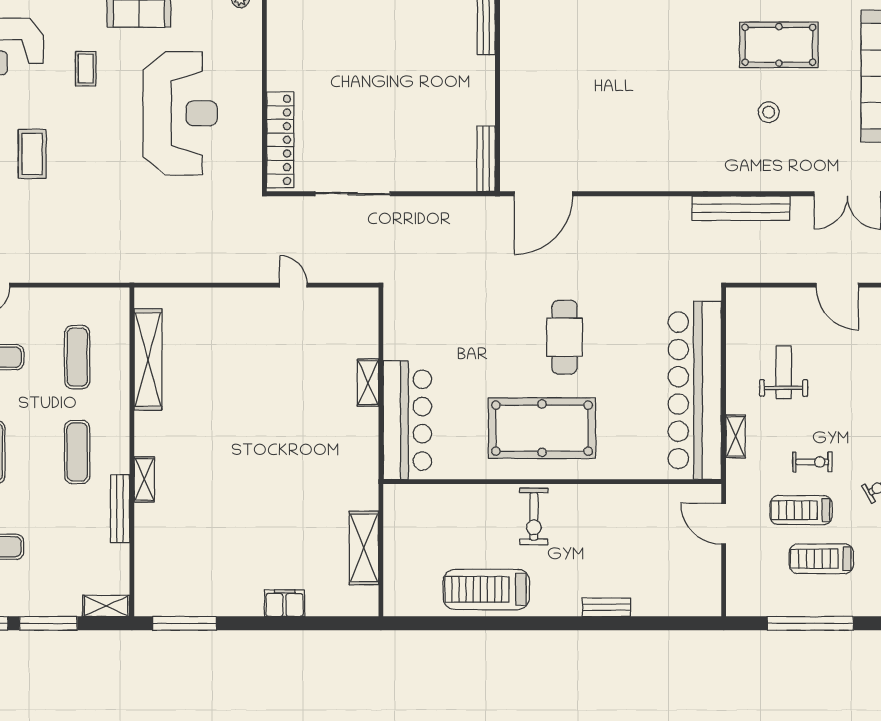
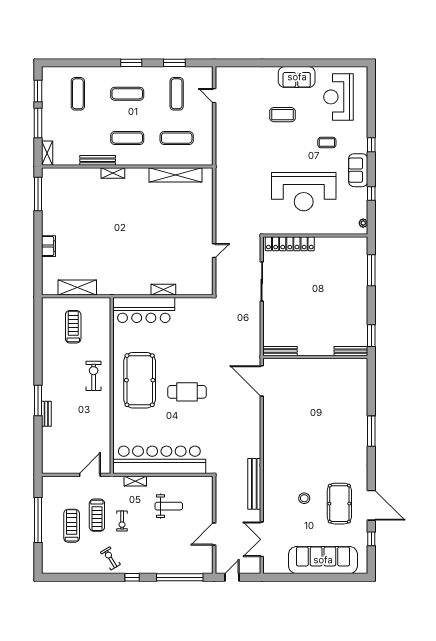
treadmill: (801, 510) -> (97, 515), turned 180
exercise bike: (534, 516) -> (94, 376), turned 90
treadmill: (486, 589) -> (73, 327), moved, width x0.73, depth x0.73
window: (581, 623) -> (38, 401), added

